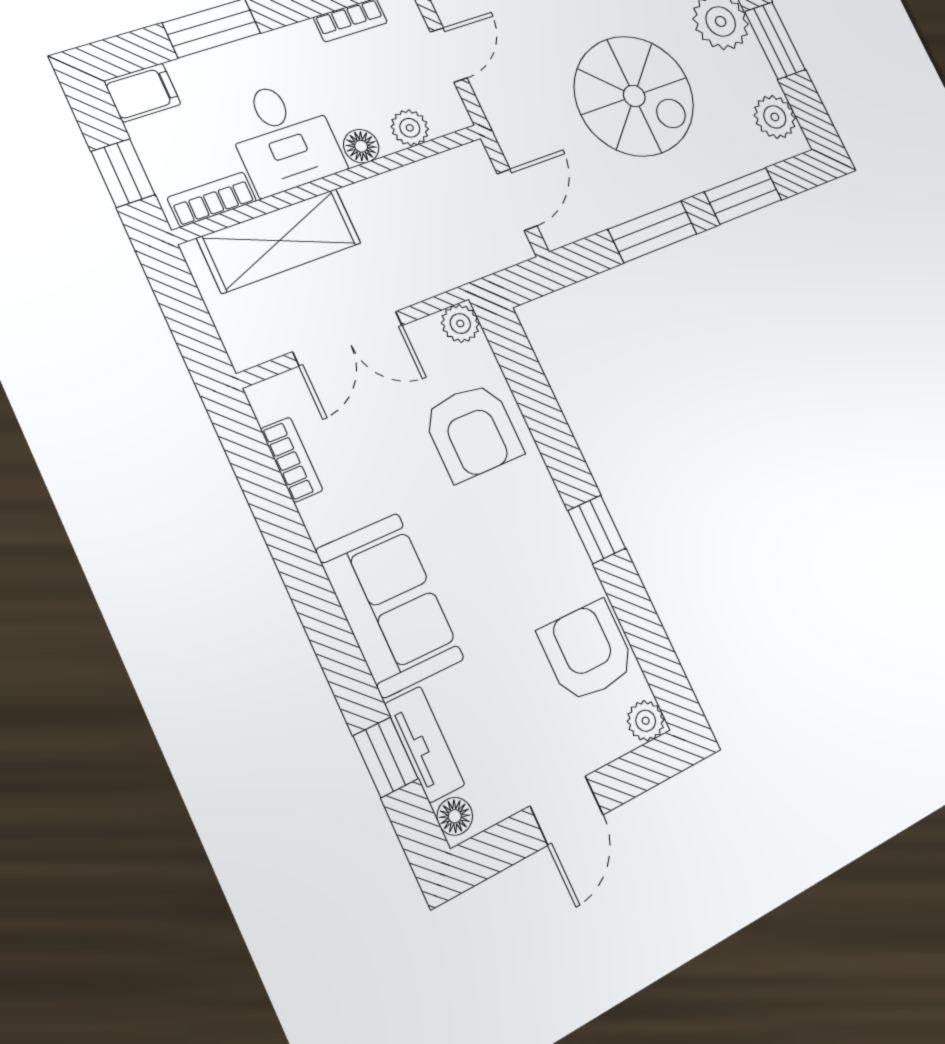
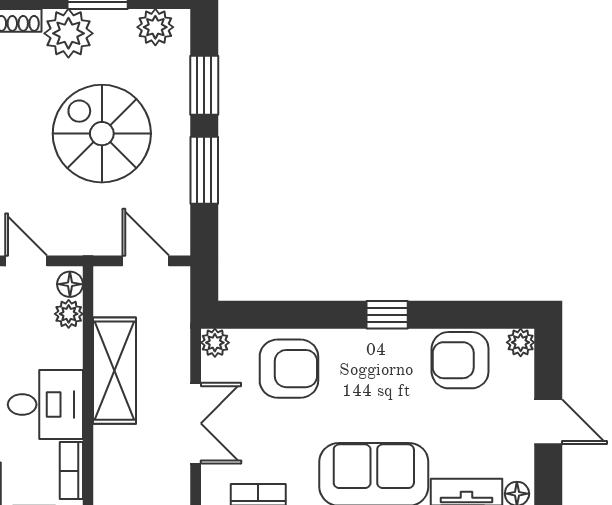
spiral stairs: (634, 96) -> (102, 134), turned -90
floor lamp: (361, 146) -> (70, 284), moved
shelving: (280, 241) -> (115, 371), moved

